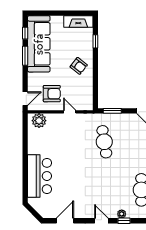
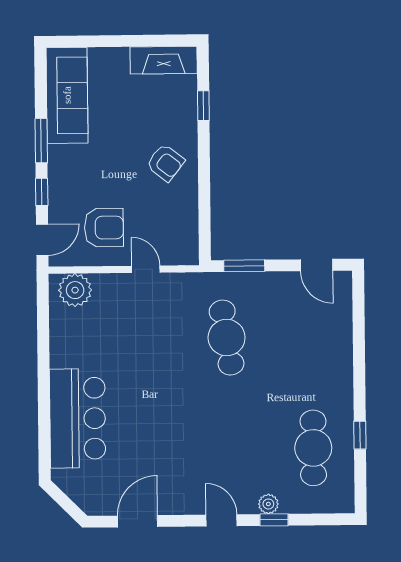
window: (25, 33) -> (42, 192), moved
sofa: (39, 44) -> (67, 95), width x0.74, depth x0.79

